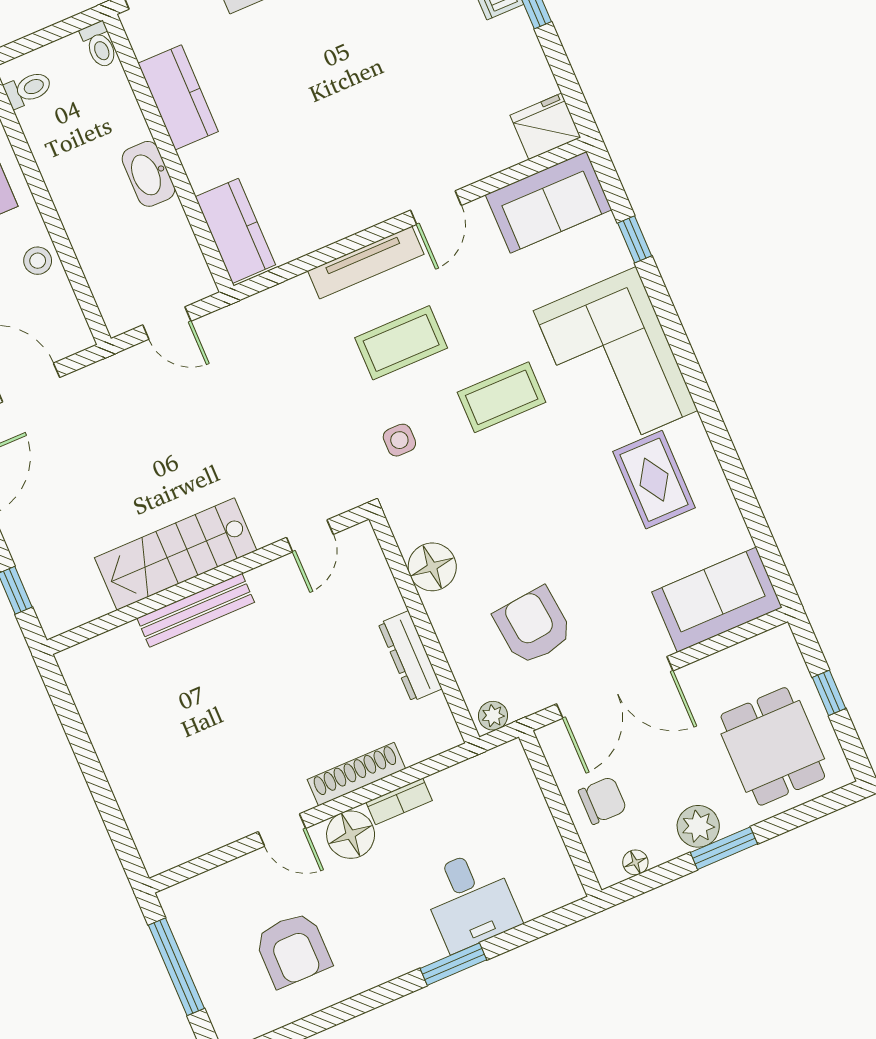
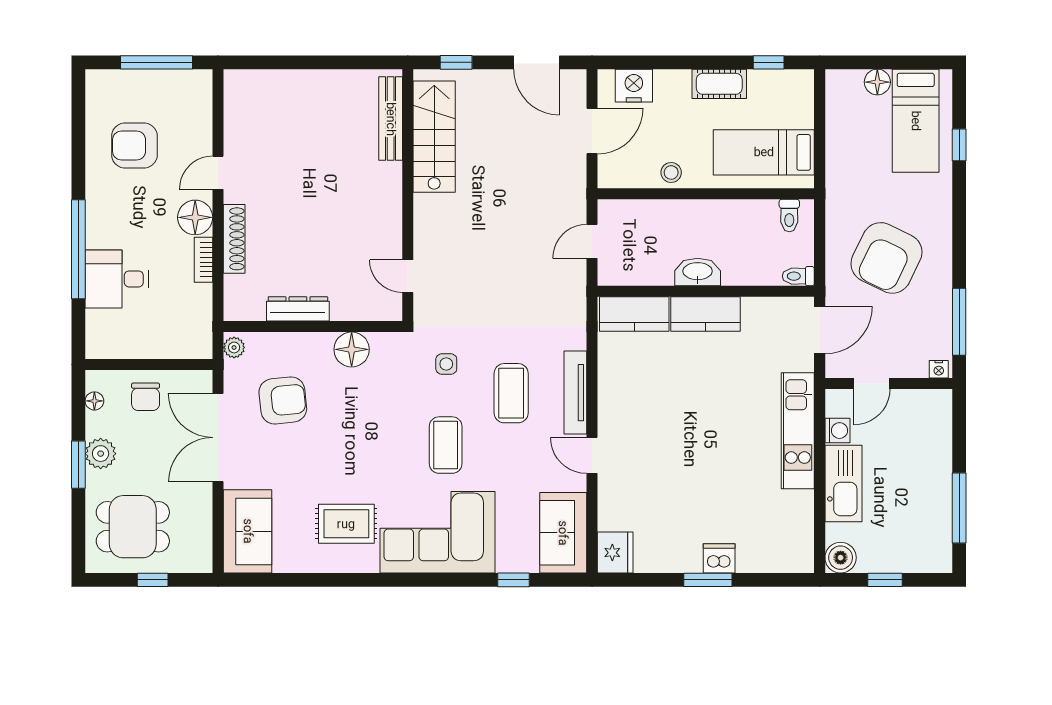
kitchen counter: (178, 97) -> (705, 314), moved
stairs: (176, 554) -> (434, 137), moved
bench: (196, 610) -> (391, 119), moved
window: (453, 964) -> (78, 249), width x2.11

